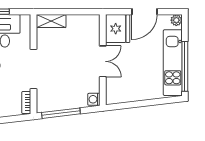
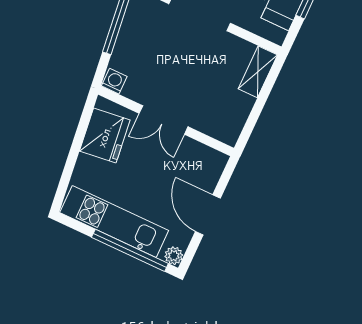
fridge: (118, 29) -> (105, 136), moved, turned -97
window: (185, 66) -> (130, 250), moved

